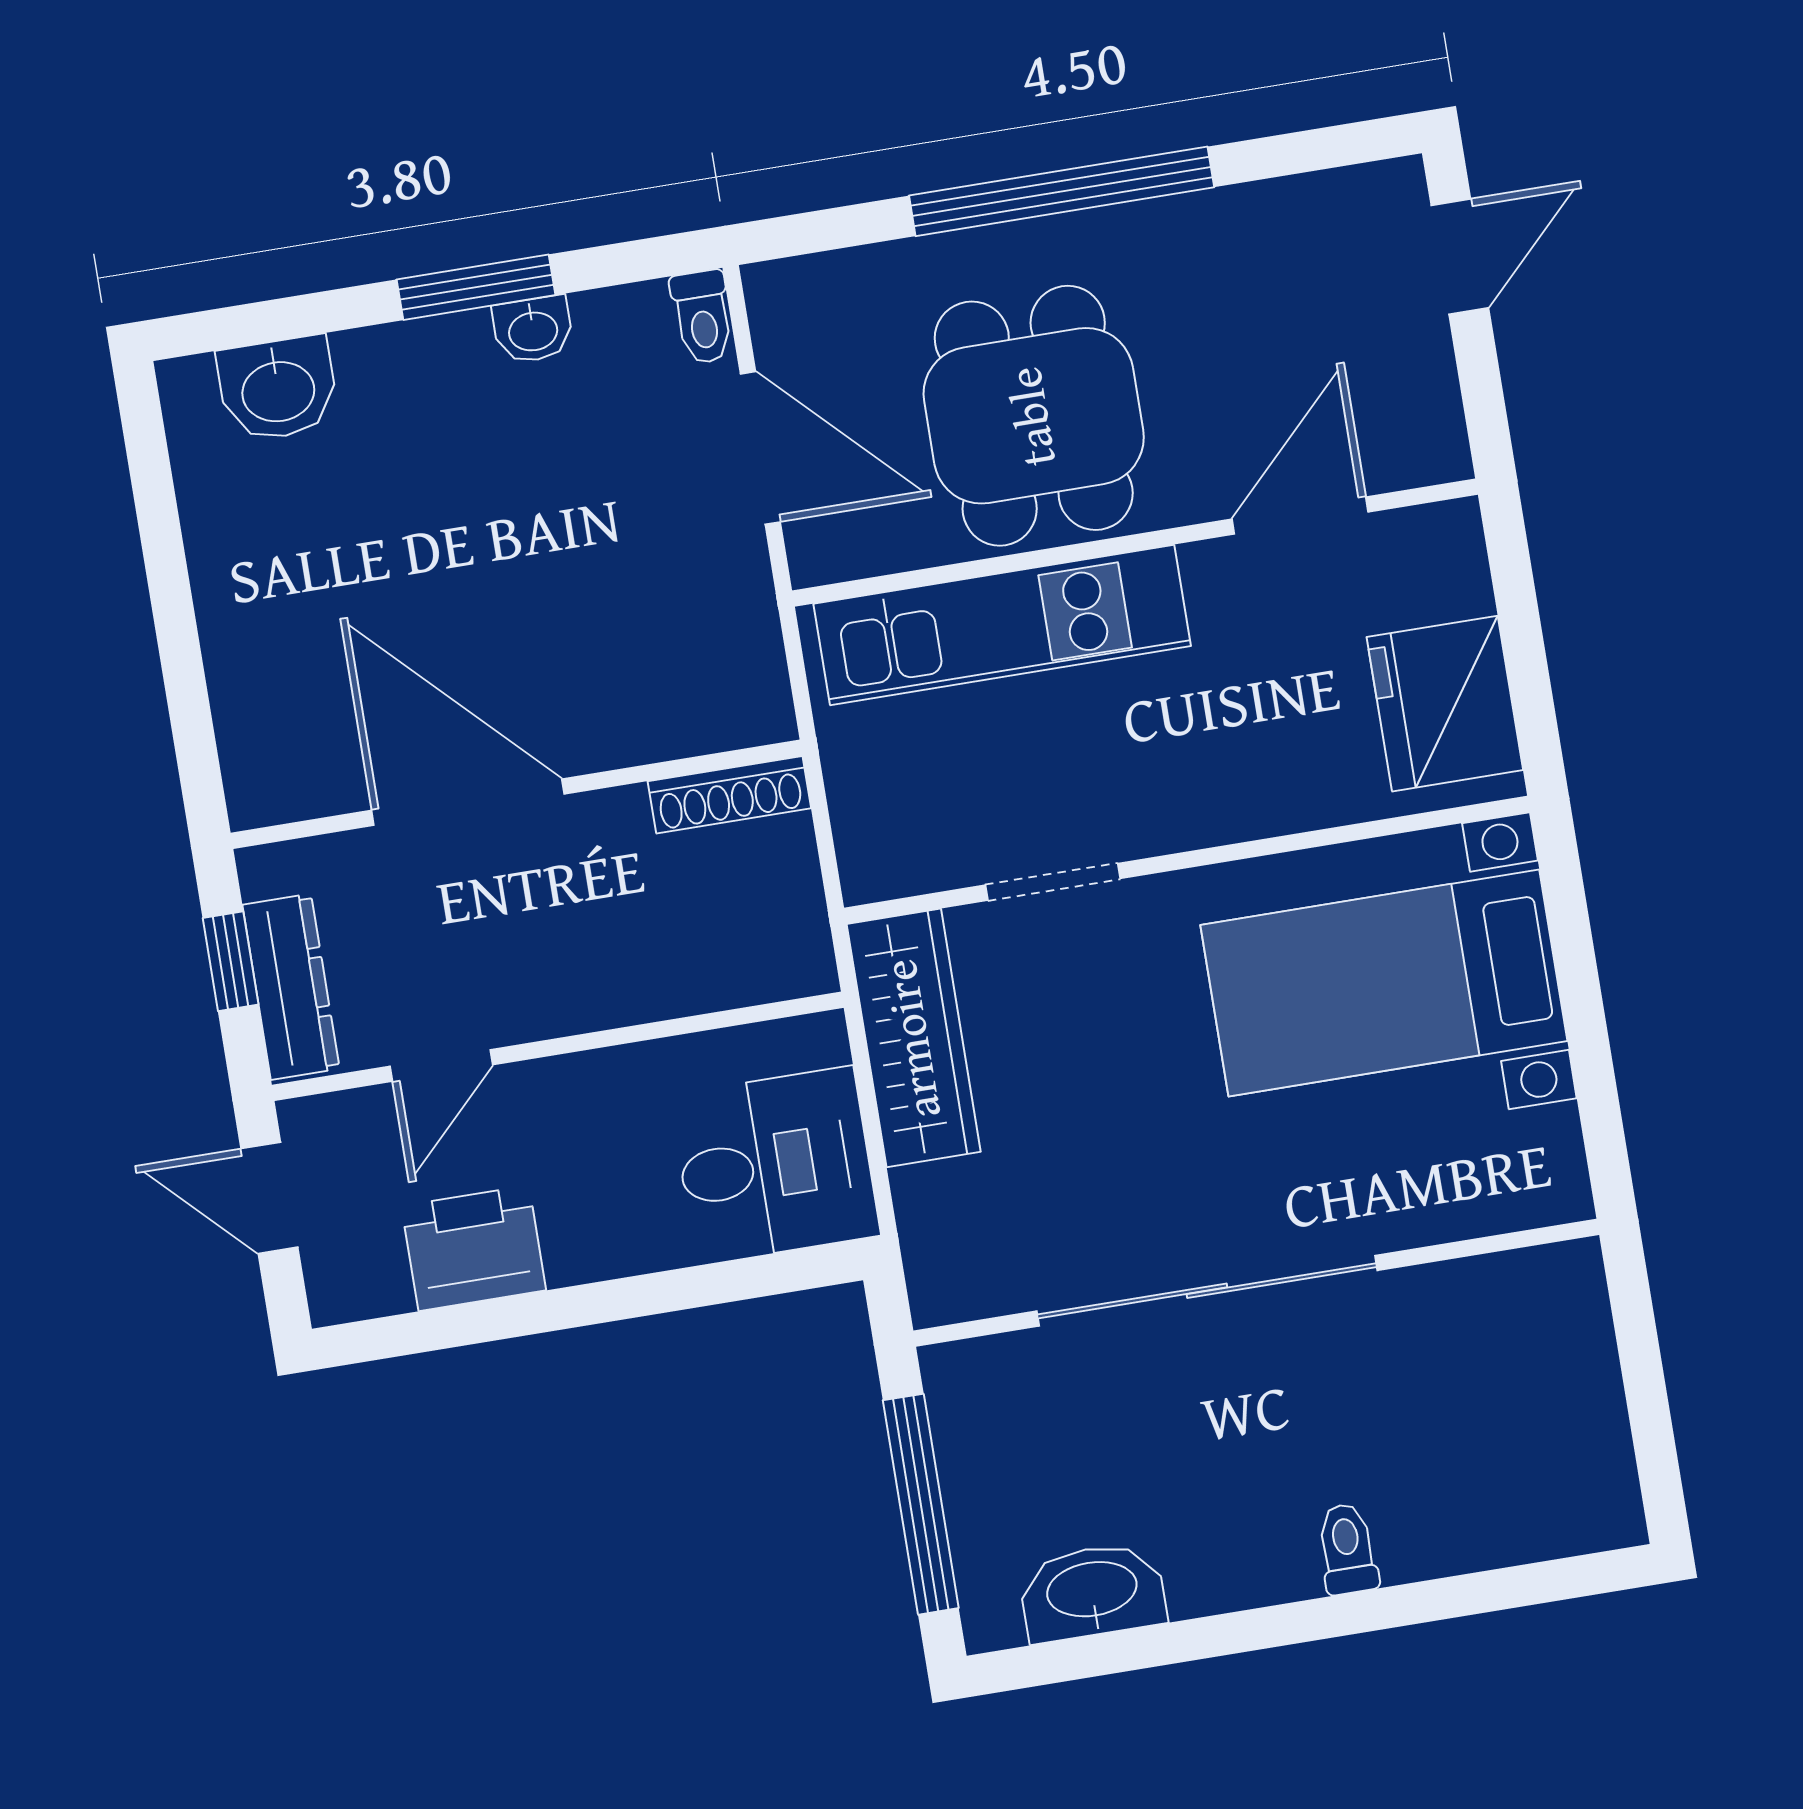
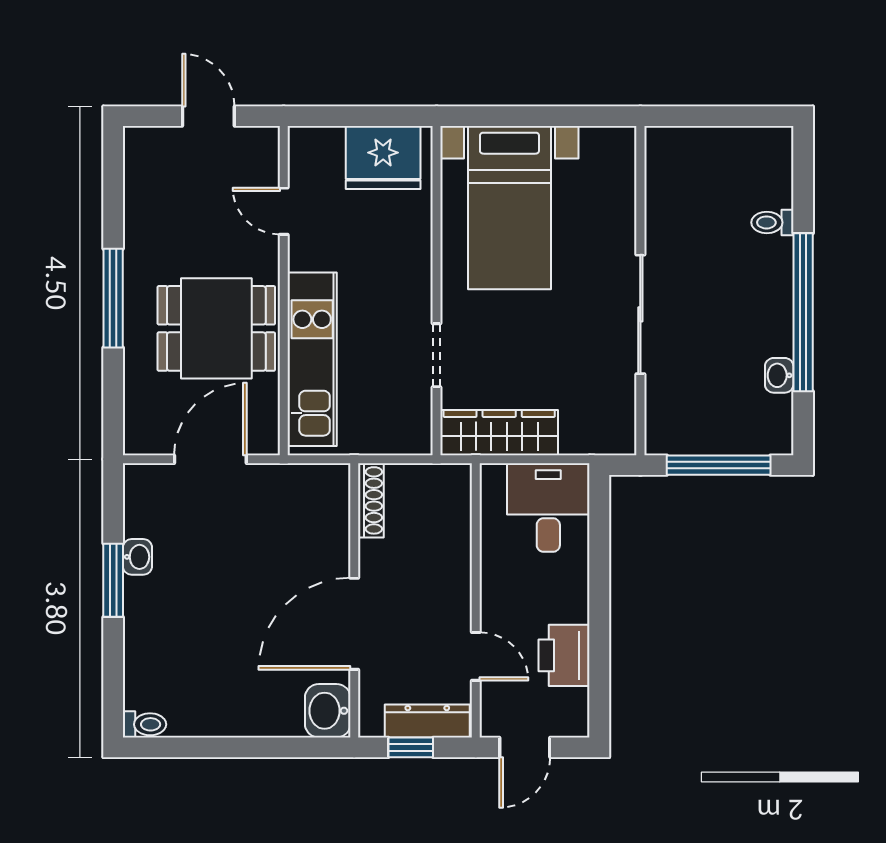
window: (1062, 191) -> (113, 298), width x0.68
door: (1460, 257) -> (208, 116), moved
toilet: (702, 317) -> (145, 724), moved
washbasin: (278, 389) -> (328, 711), moved, turned 180
door: (1300, 516) -> (284, 211), width x0.73
sliding door: (1207, 1291) -> (640, 314), width x0.73
toilet: (1347, 1549) -> (772, 222), moved
washbasin: (1092, 1592) -> (779, 375), width x0.52, depth x0.69
window: (1267, 1628) -> (803, 312), added

